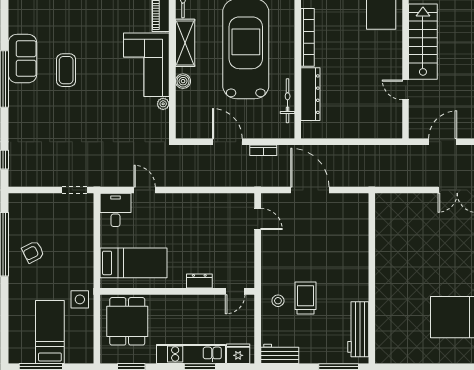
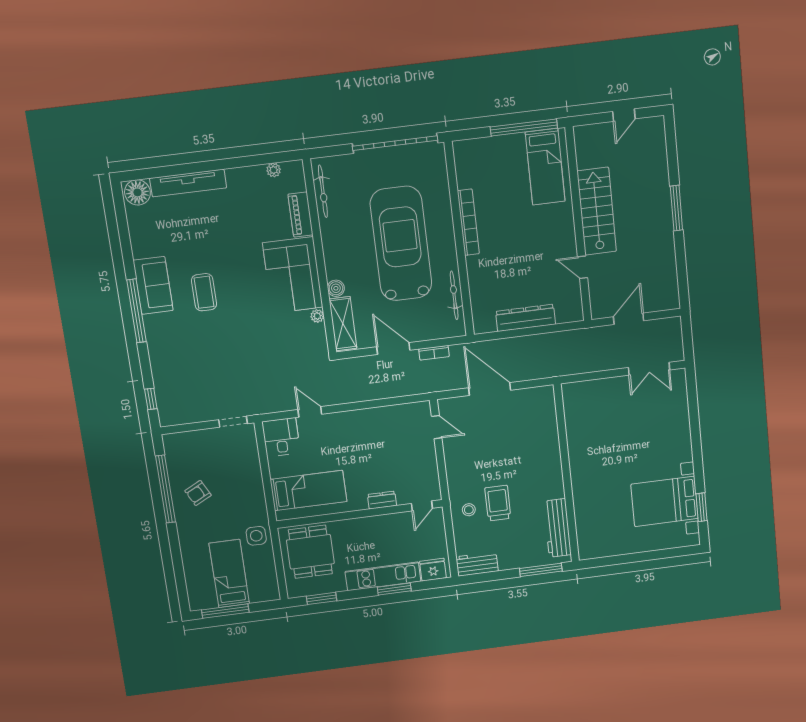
shelving: (185, 43) -> (343, 324), moved
dresser: (310, 94) -> (526, 318), moved, turned -90

